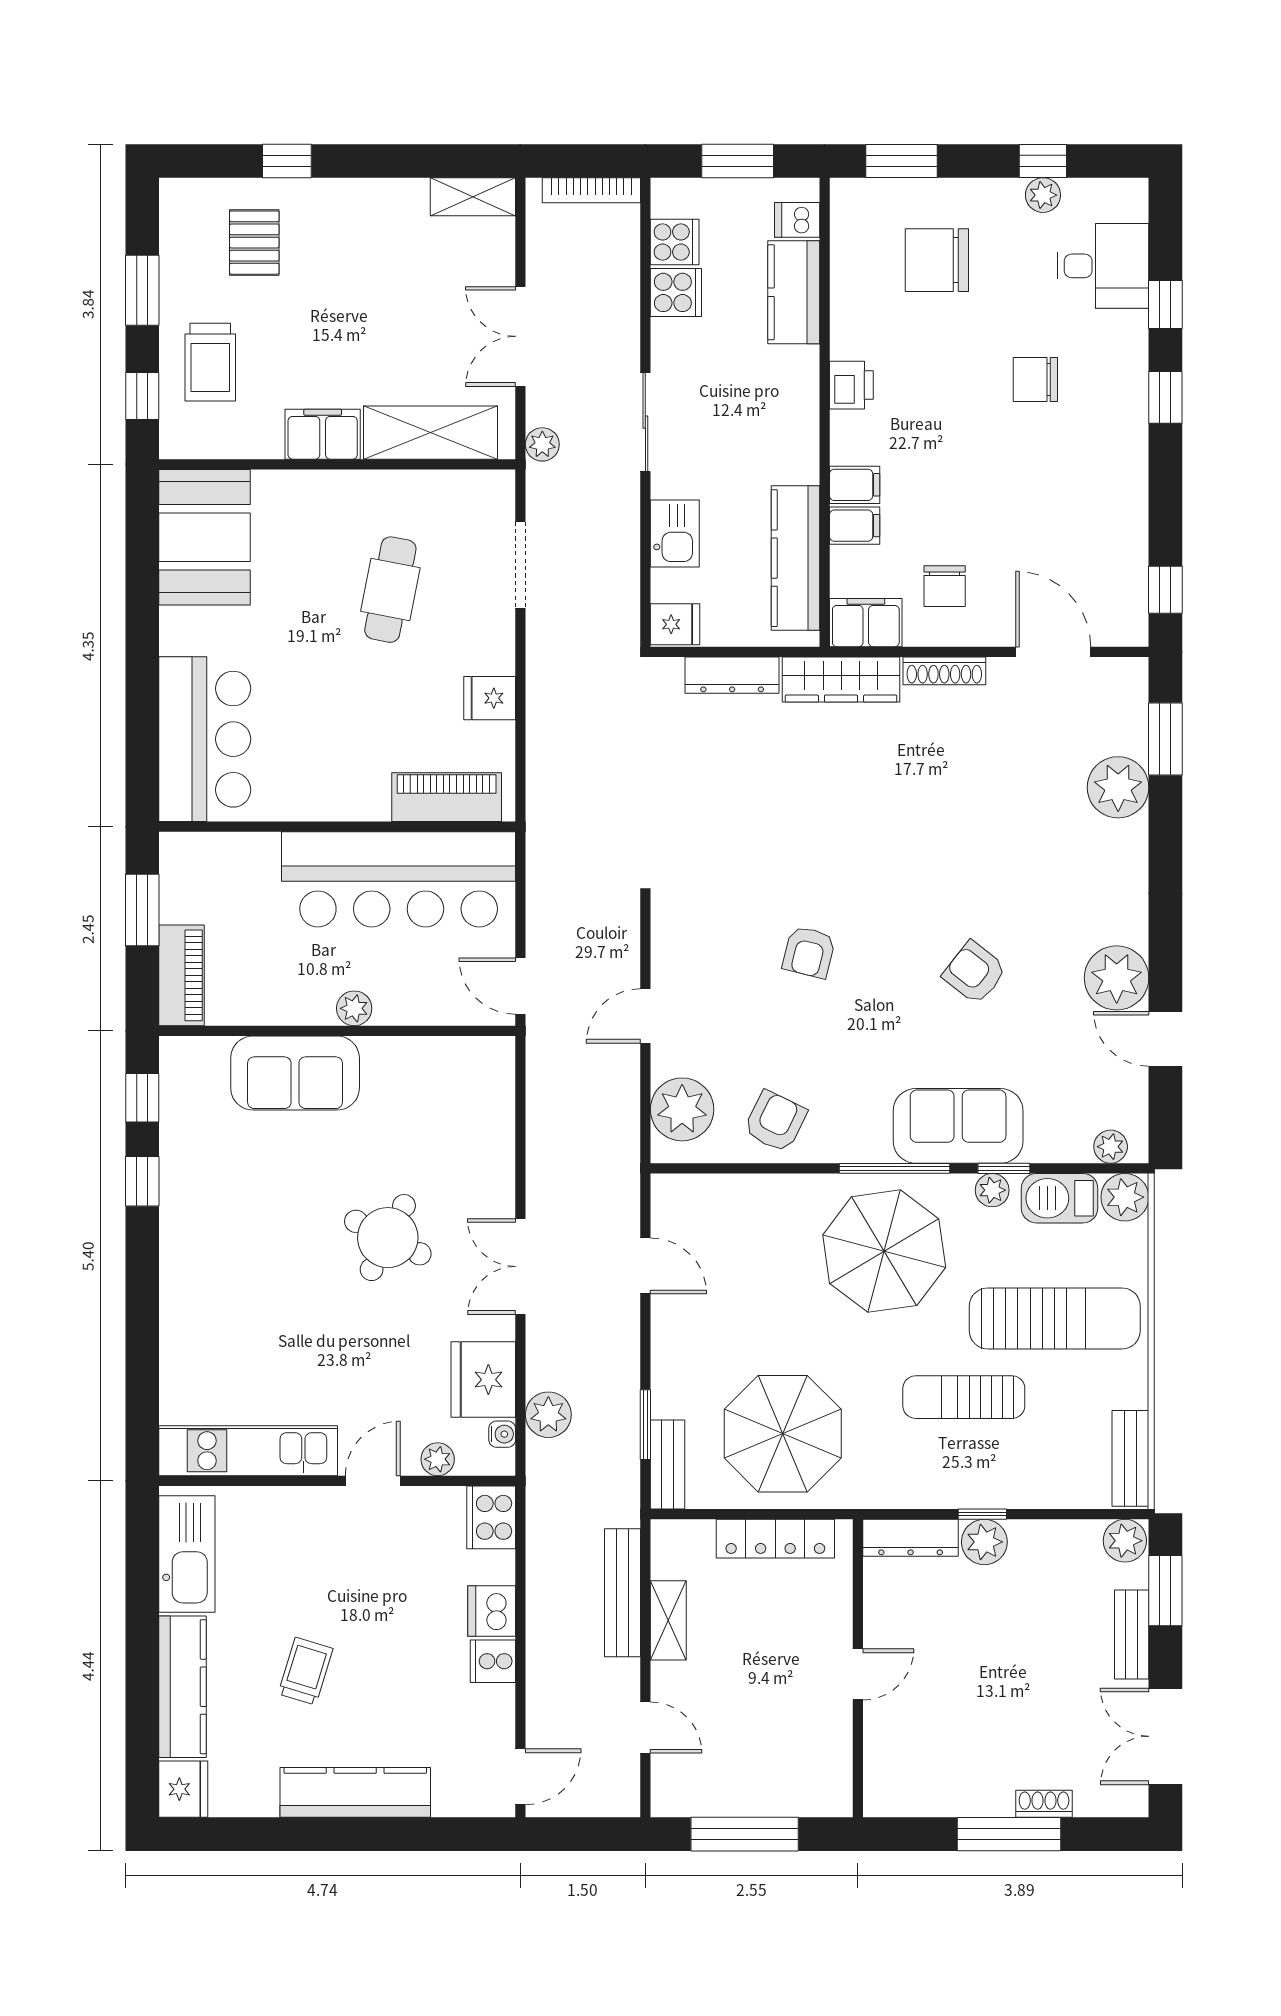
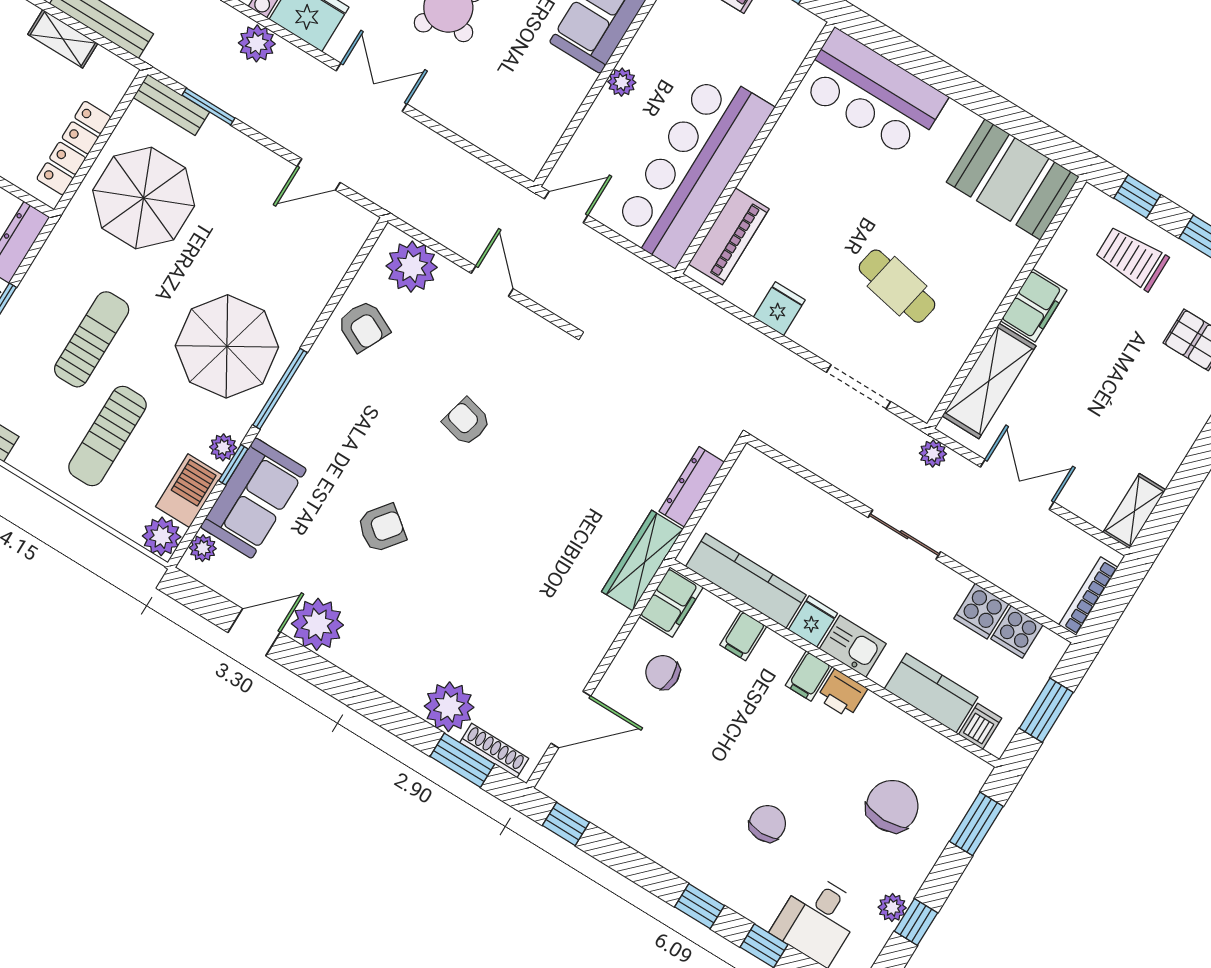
filing cabinet: (855, 485) -> (809, 676), moved
kitchen sink: (675, 533) -> (853, 646), moved, turned 180
fridge: (675, 624) -> (813, 622), moved, turned 180
shoe rack: (944, 671) -> (494, 750), moved, turned 90
sofa: (958, 1126) -> (253, 498), moved
sun lounger: (1055, 1318) -> (107, 436), width x0.73, depth x0.75

